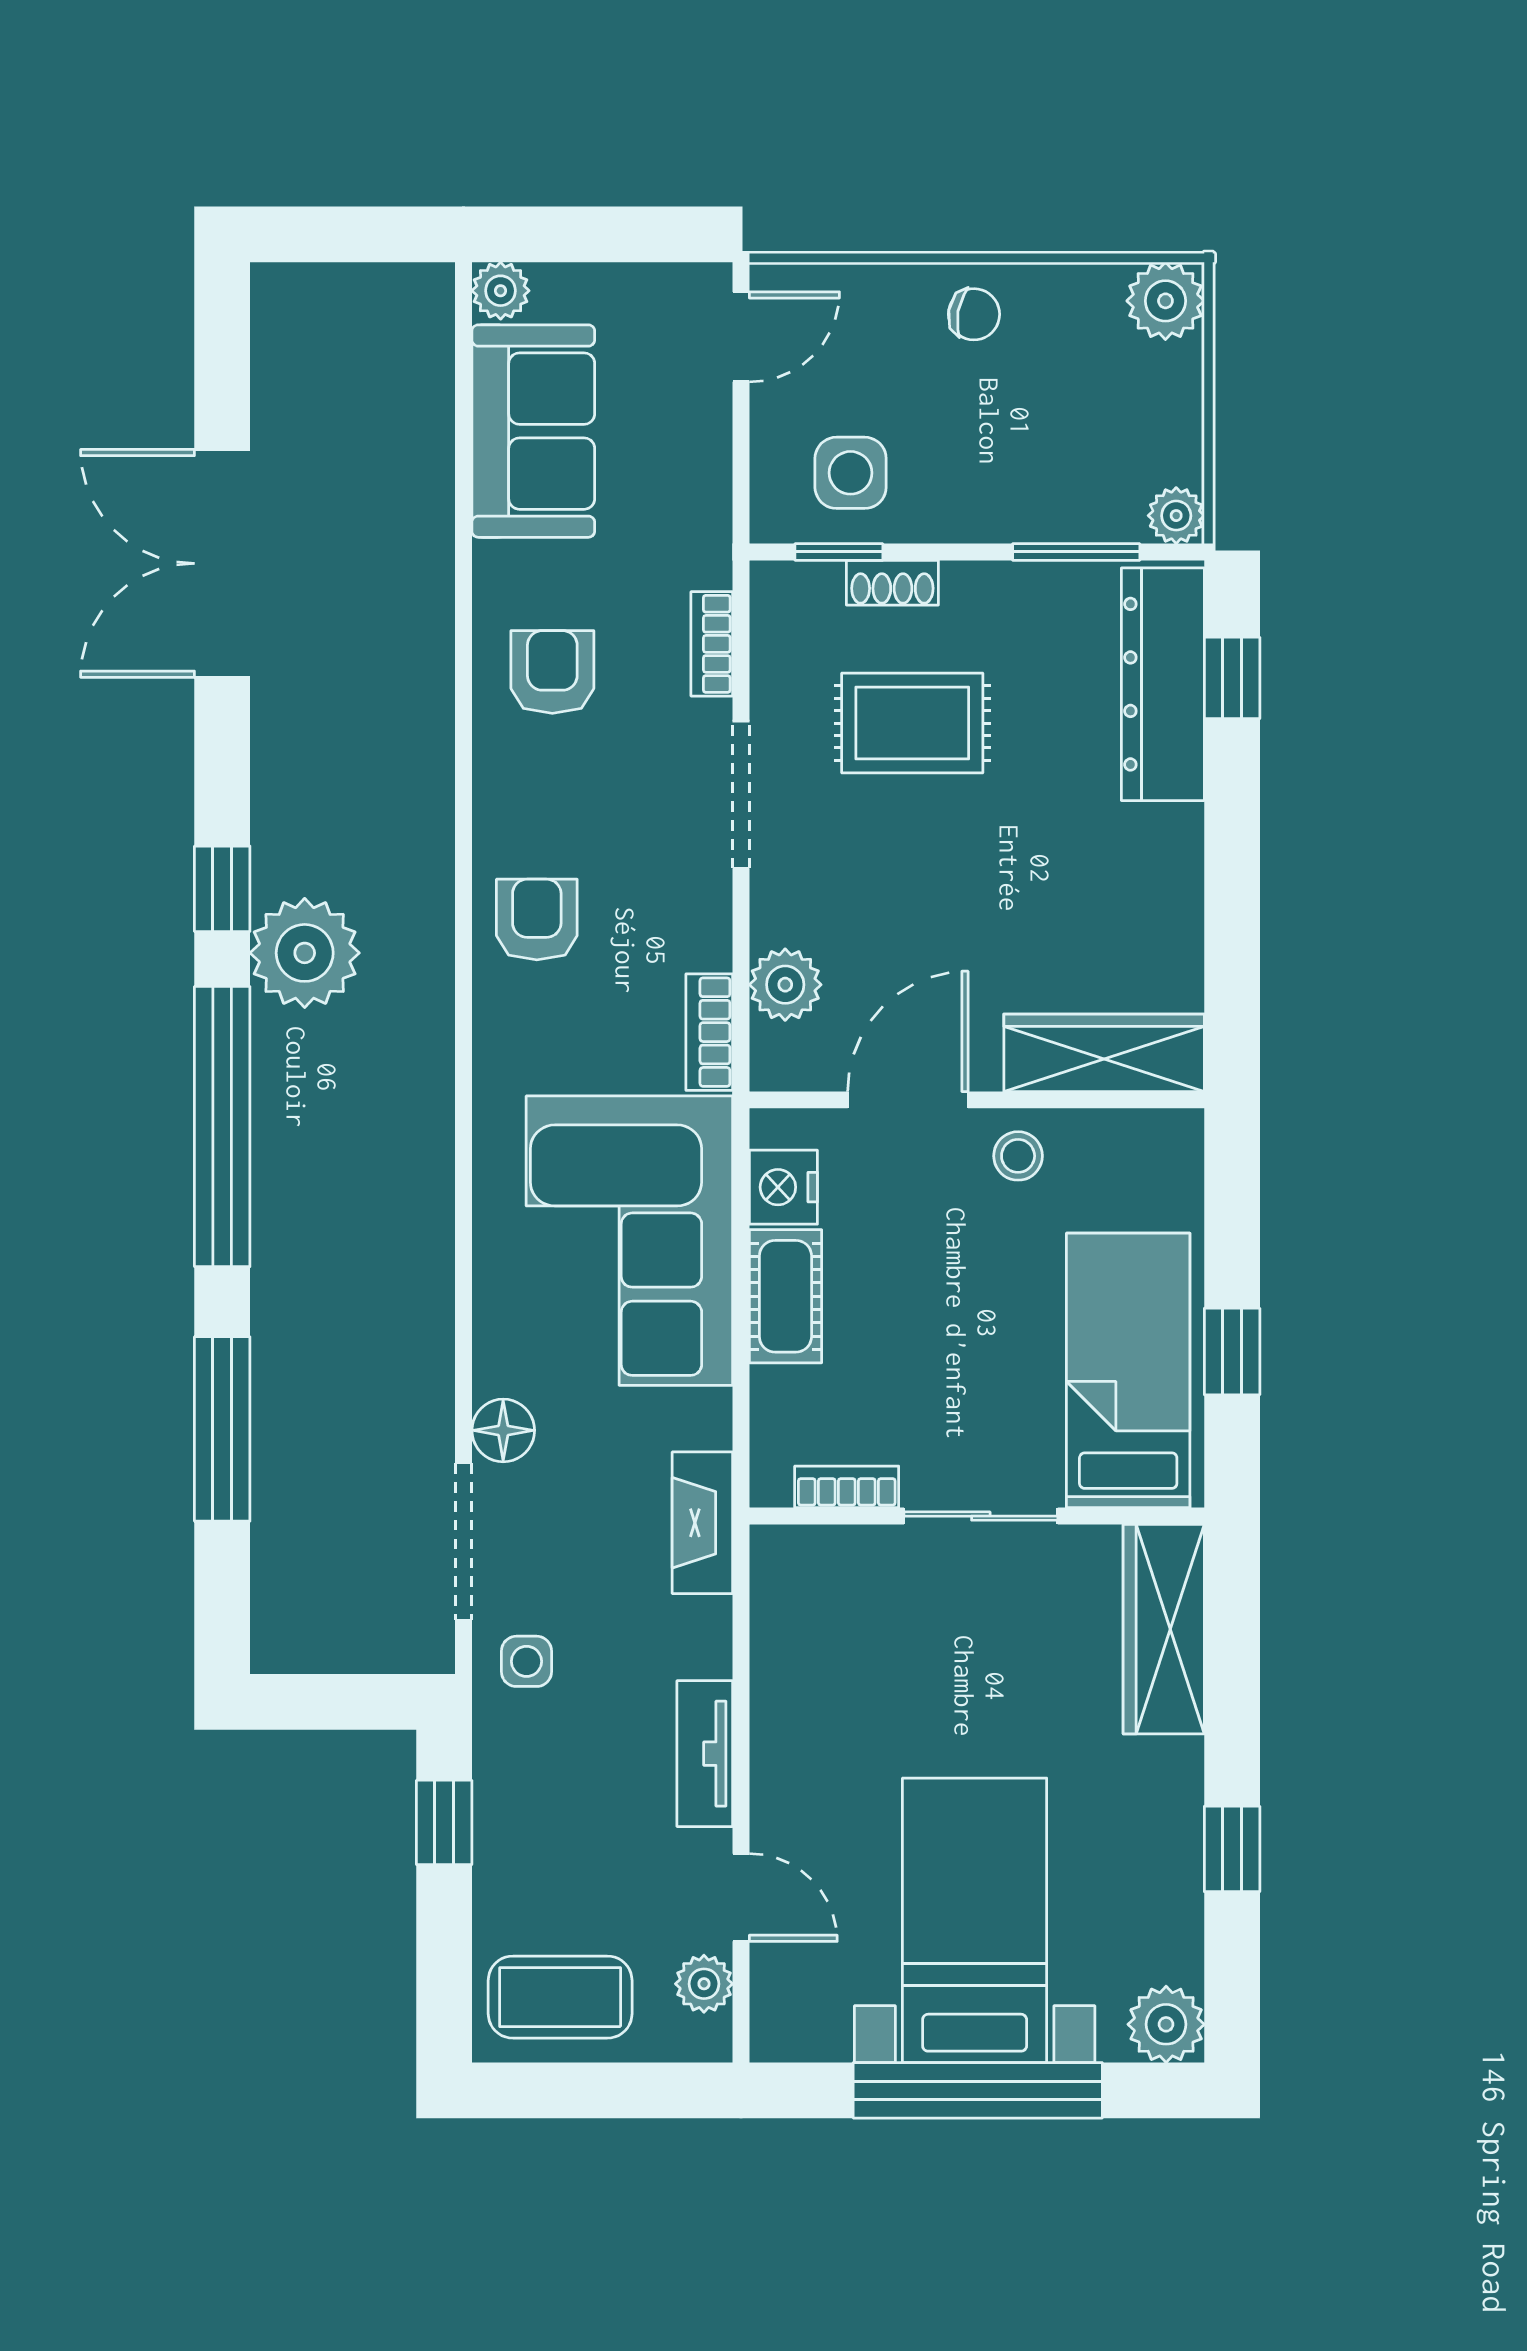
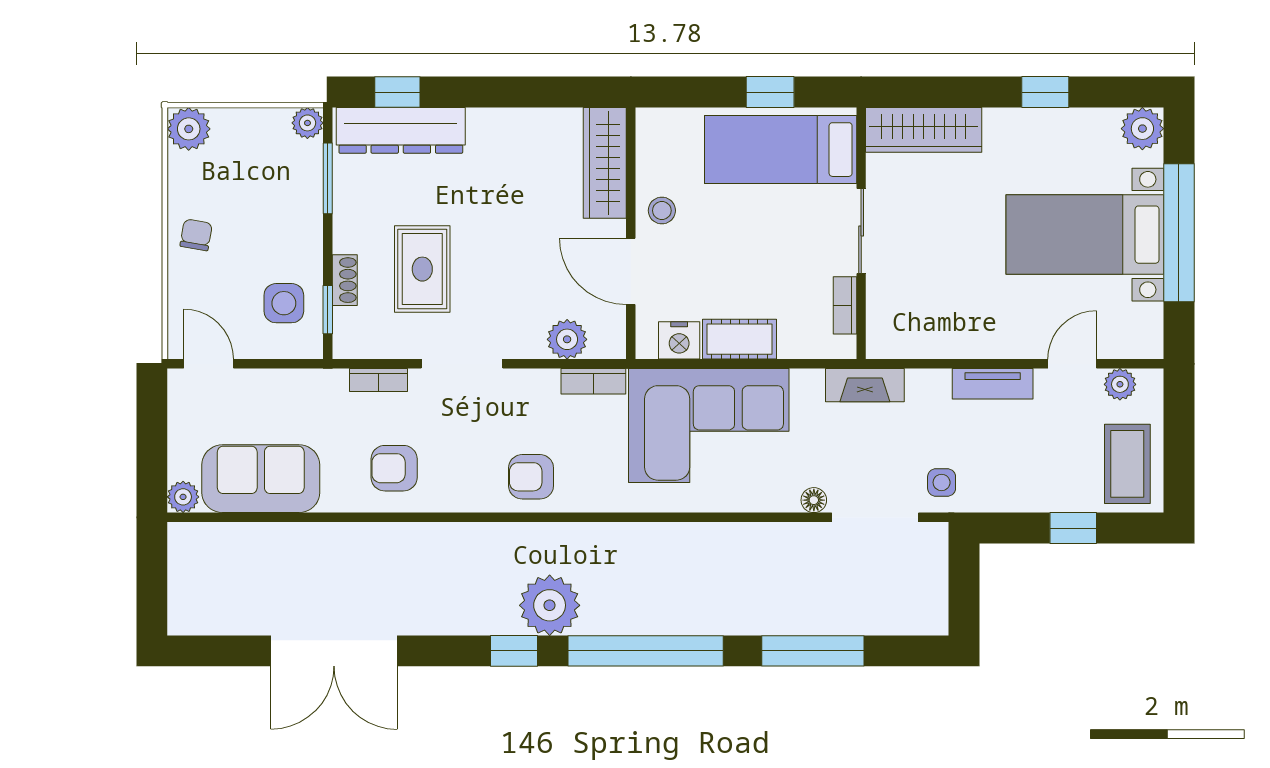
floor lamp: (503, 1430) -> (814, 500), width x0.73, depth x0.73
window: (444, 1822) -> (1073, 528), moved

